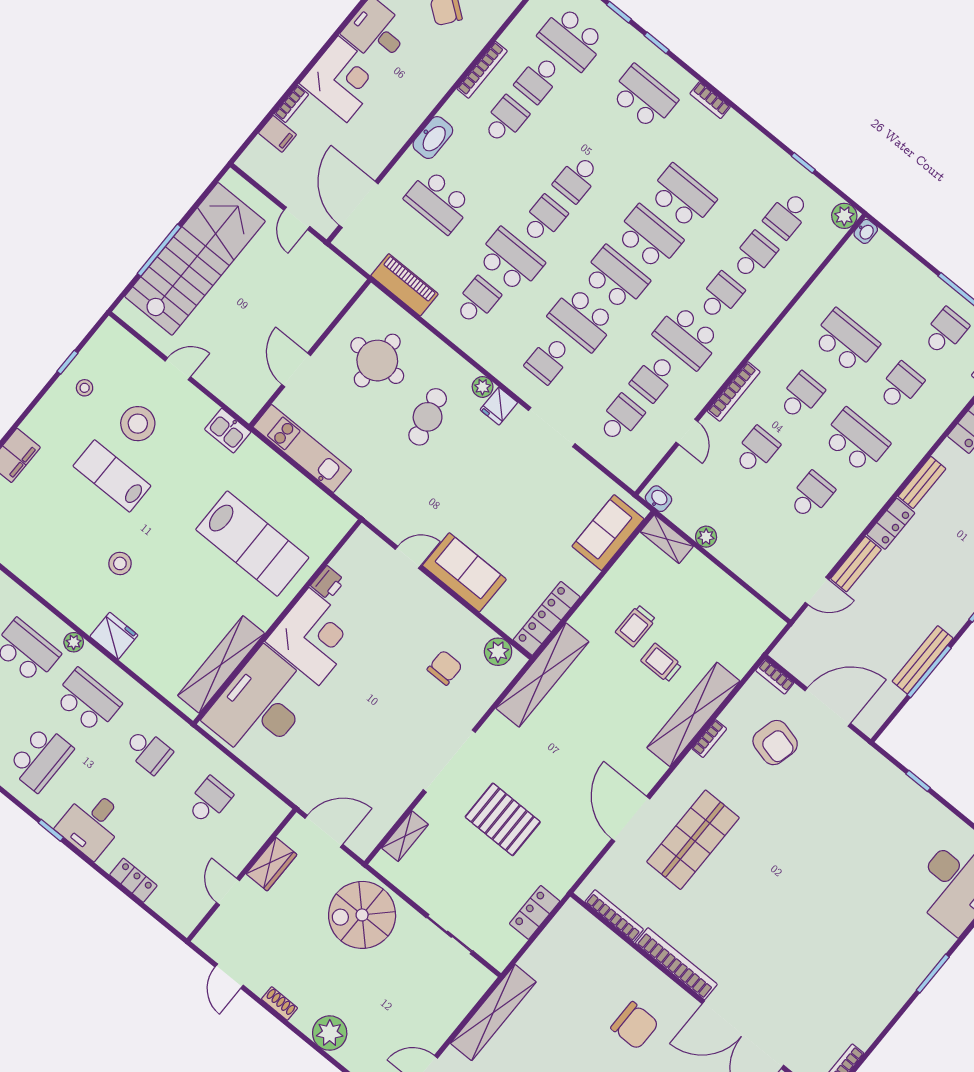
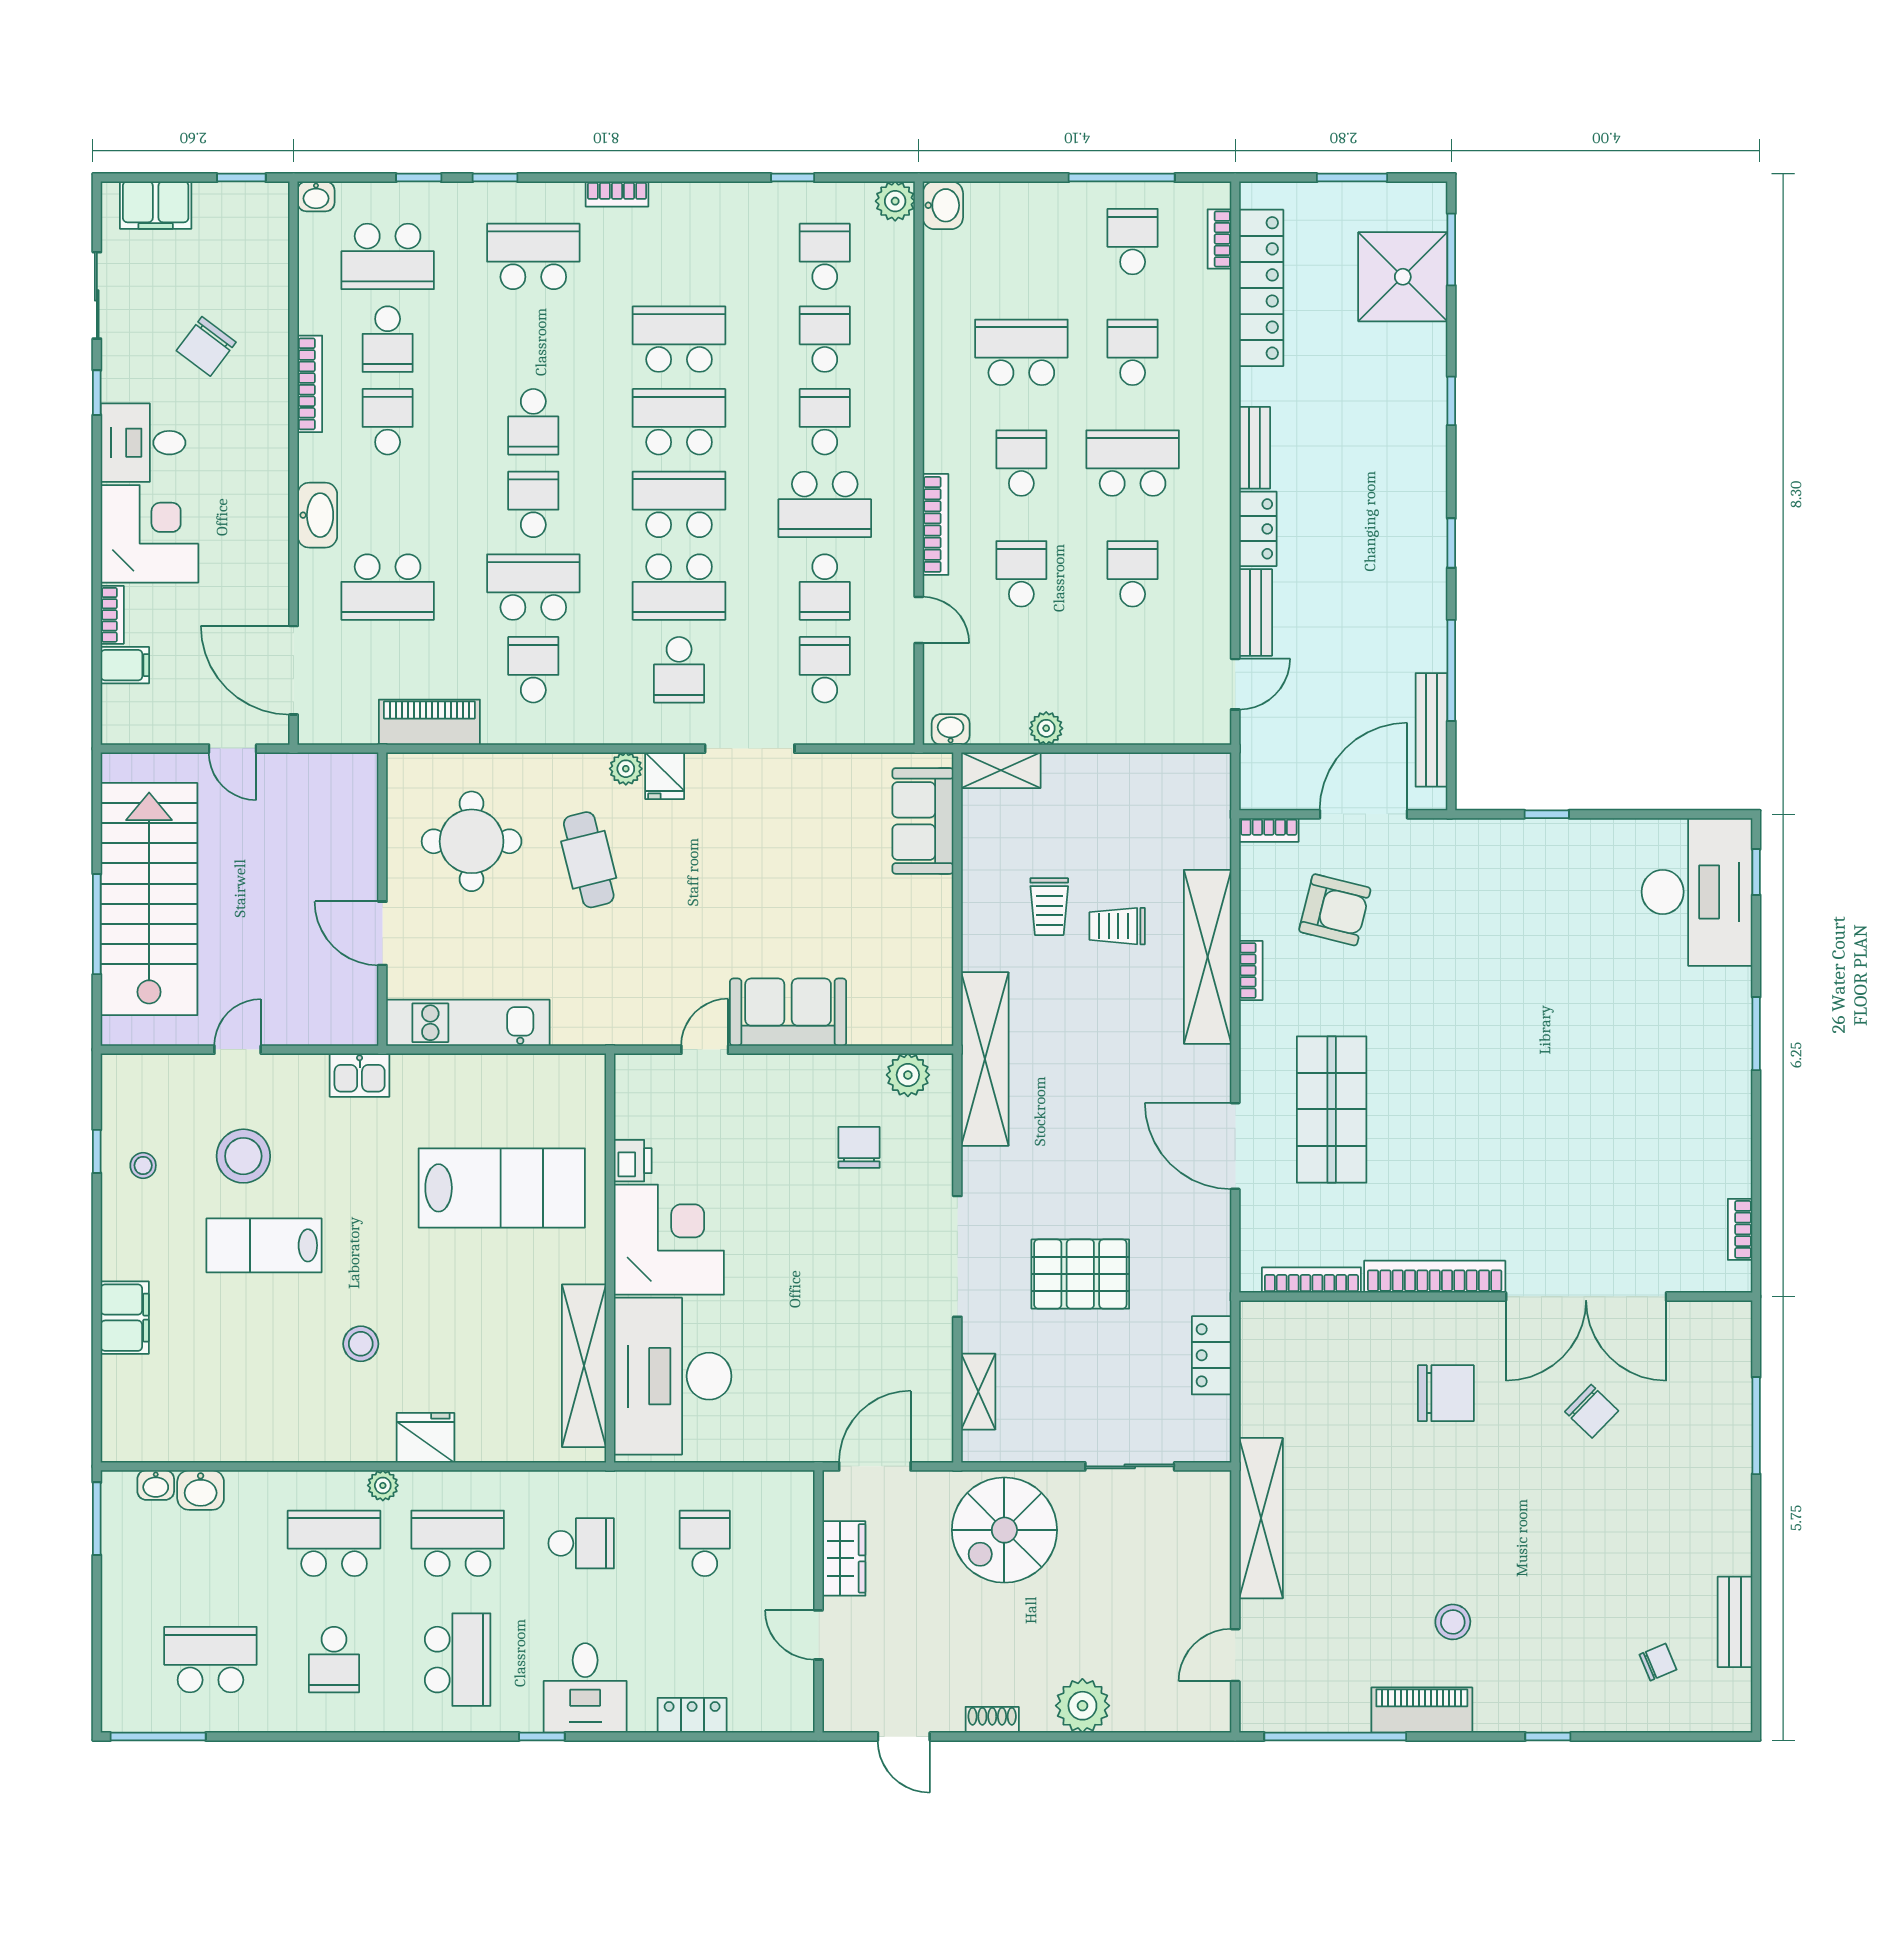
school desk: (787, 215) -> (825, 256), turned 180
washbasin: (866, 231) -> (943, 205), width x1.38, depth x1.45
locker: (547, 618) -> (934, 986), removed
bench: (923, 660) -> (1432, 730), moved

